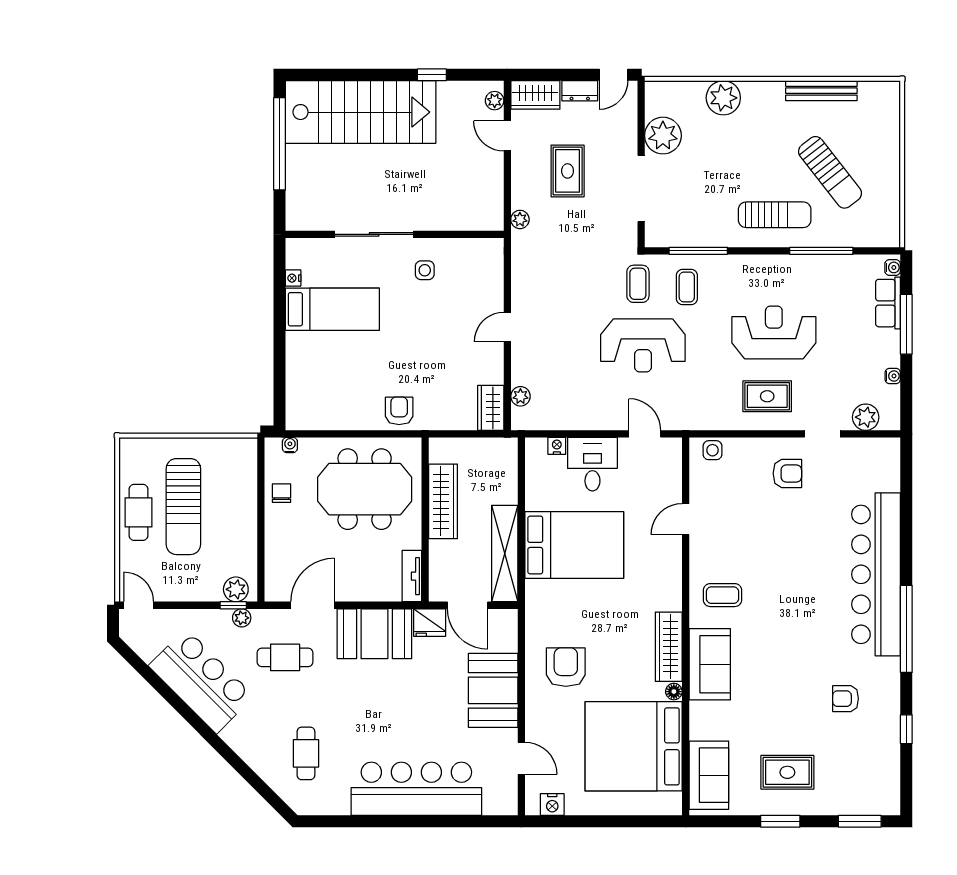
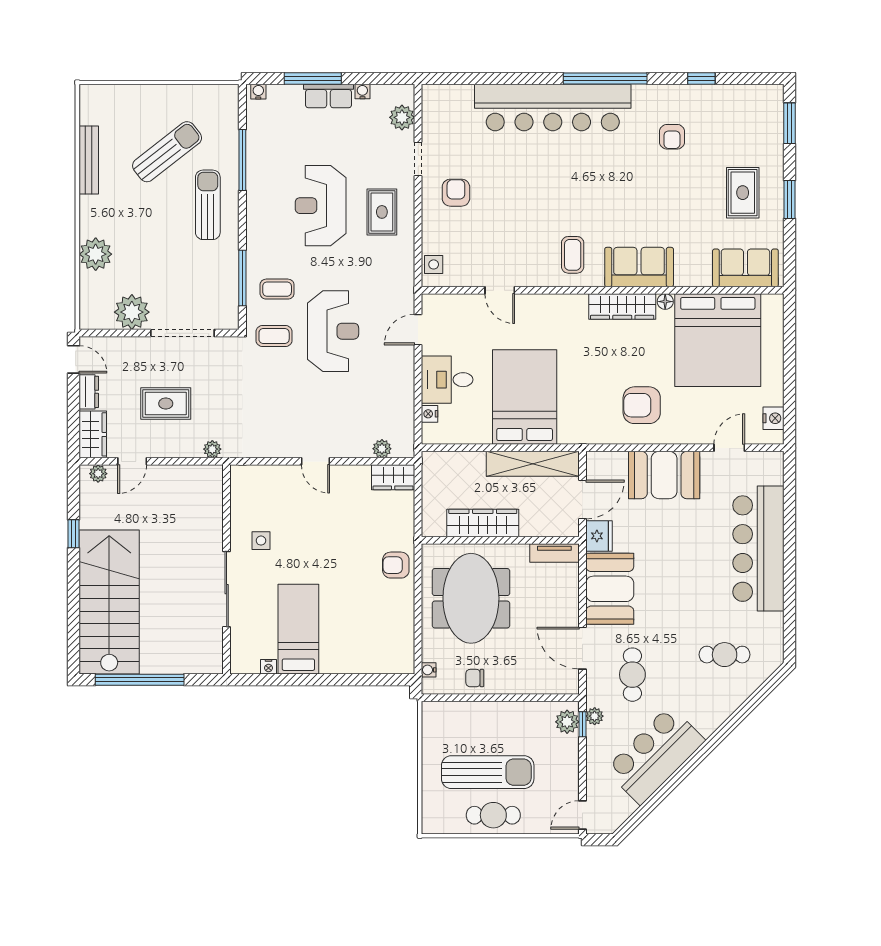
row of seats: (888, 303) -> (328, 96), moved

